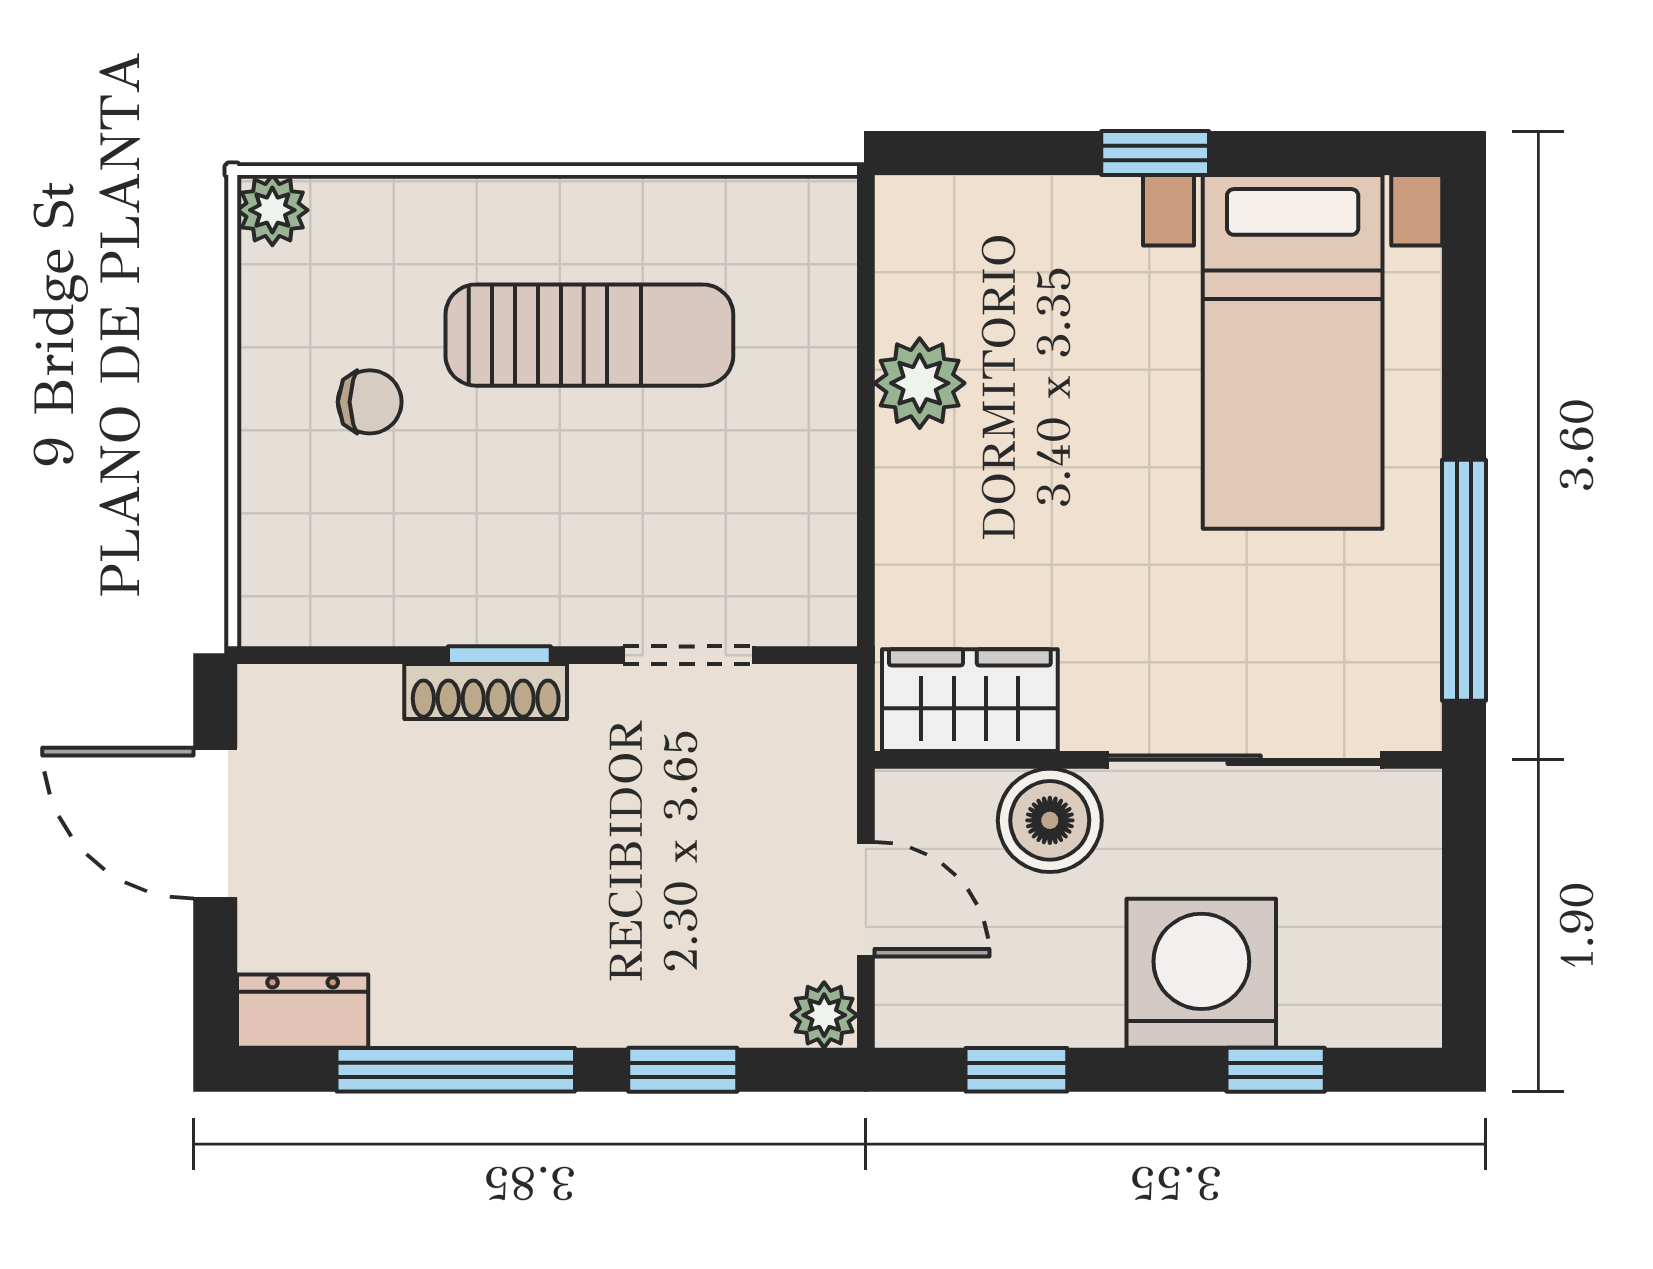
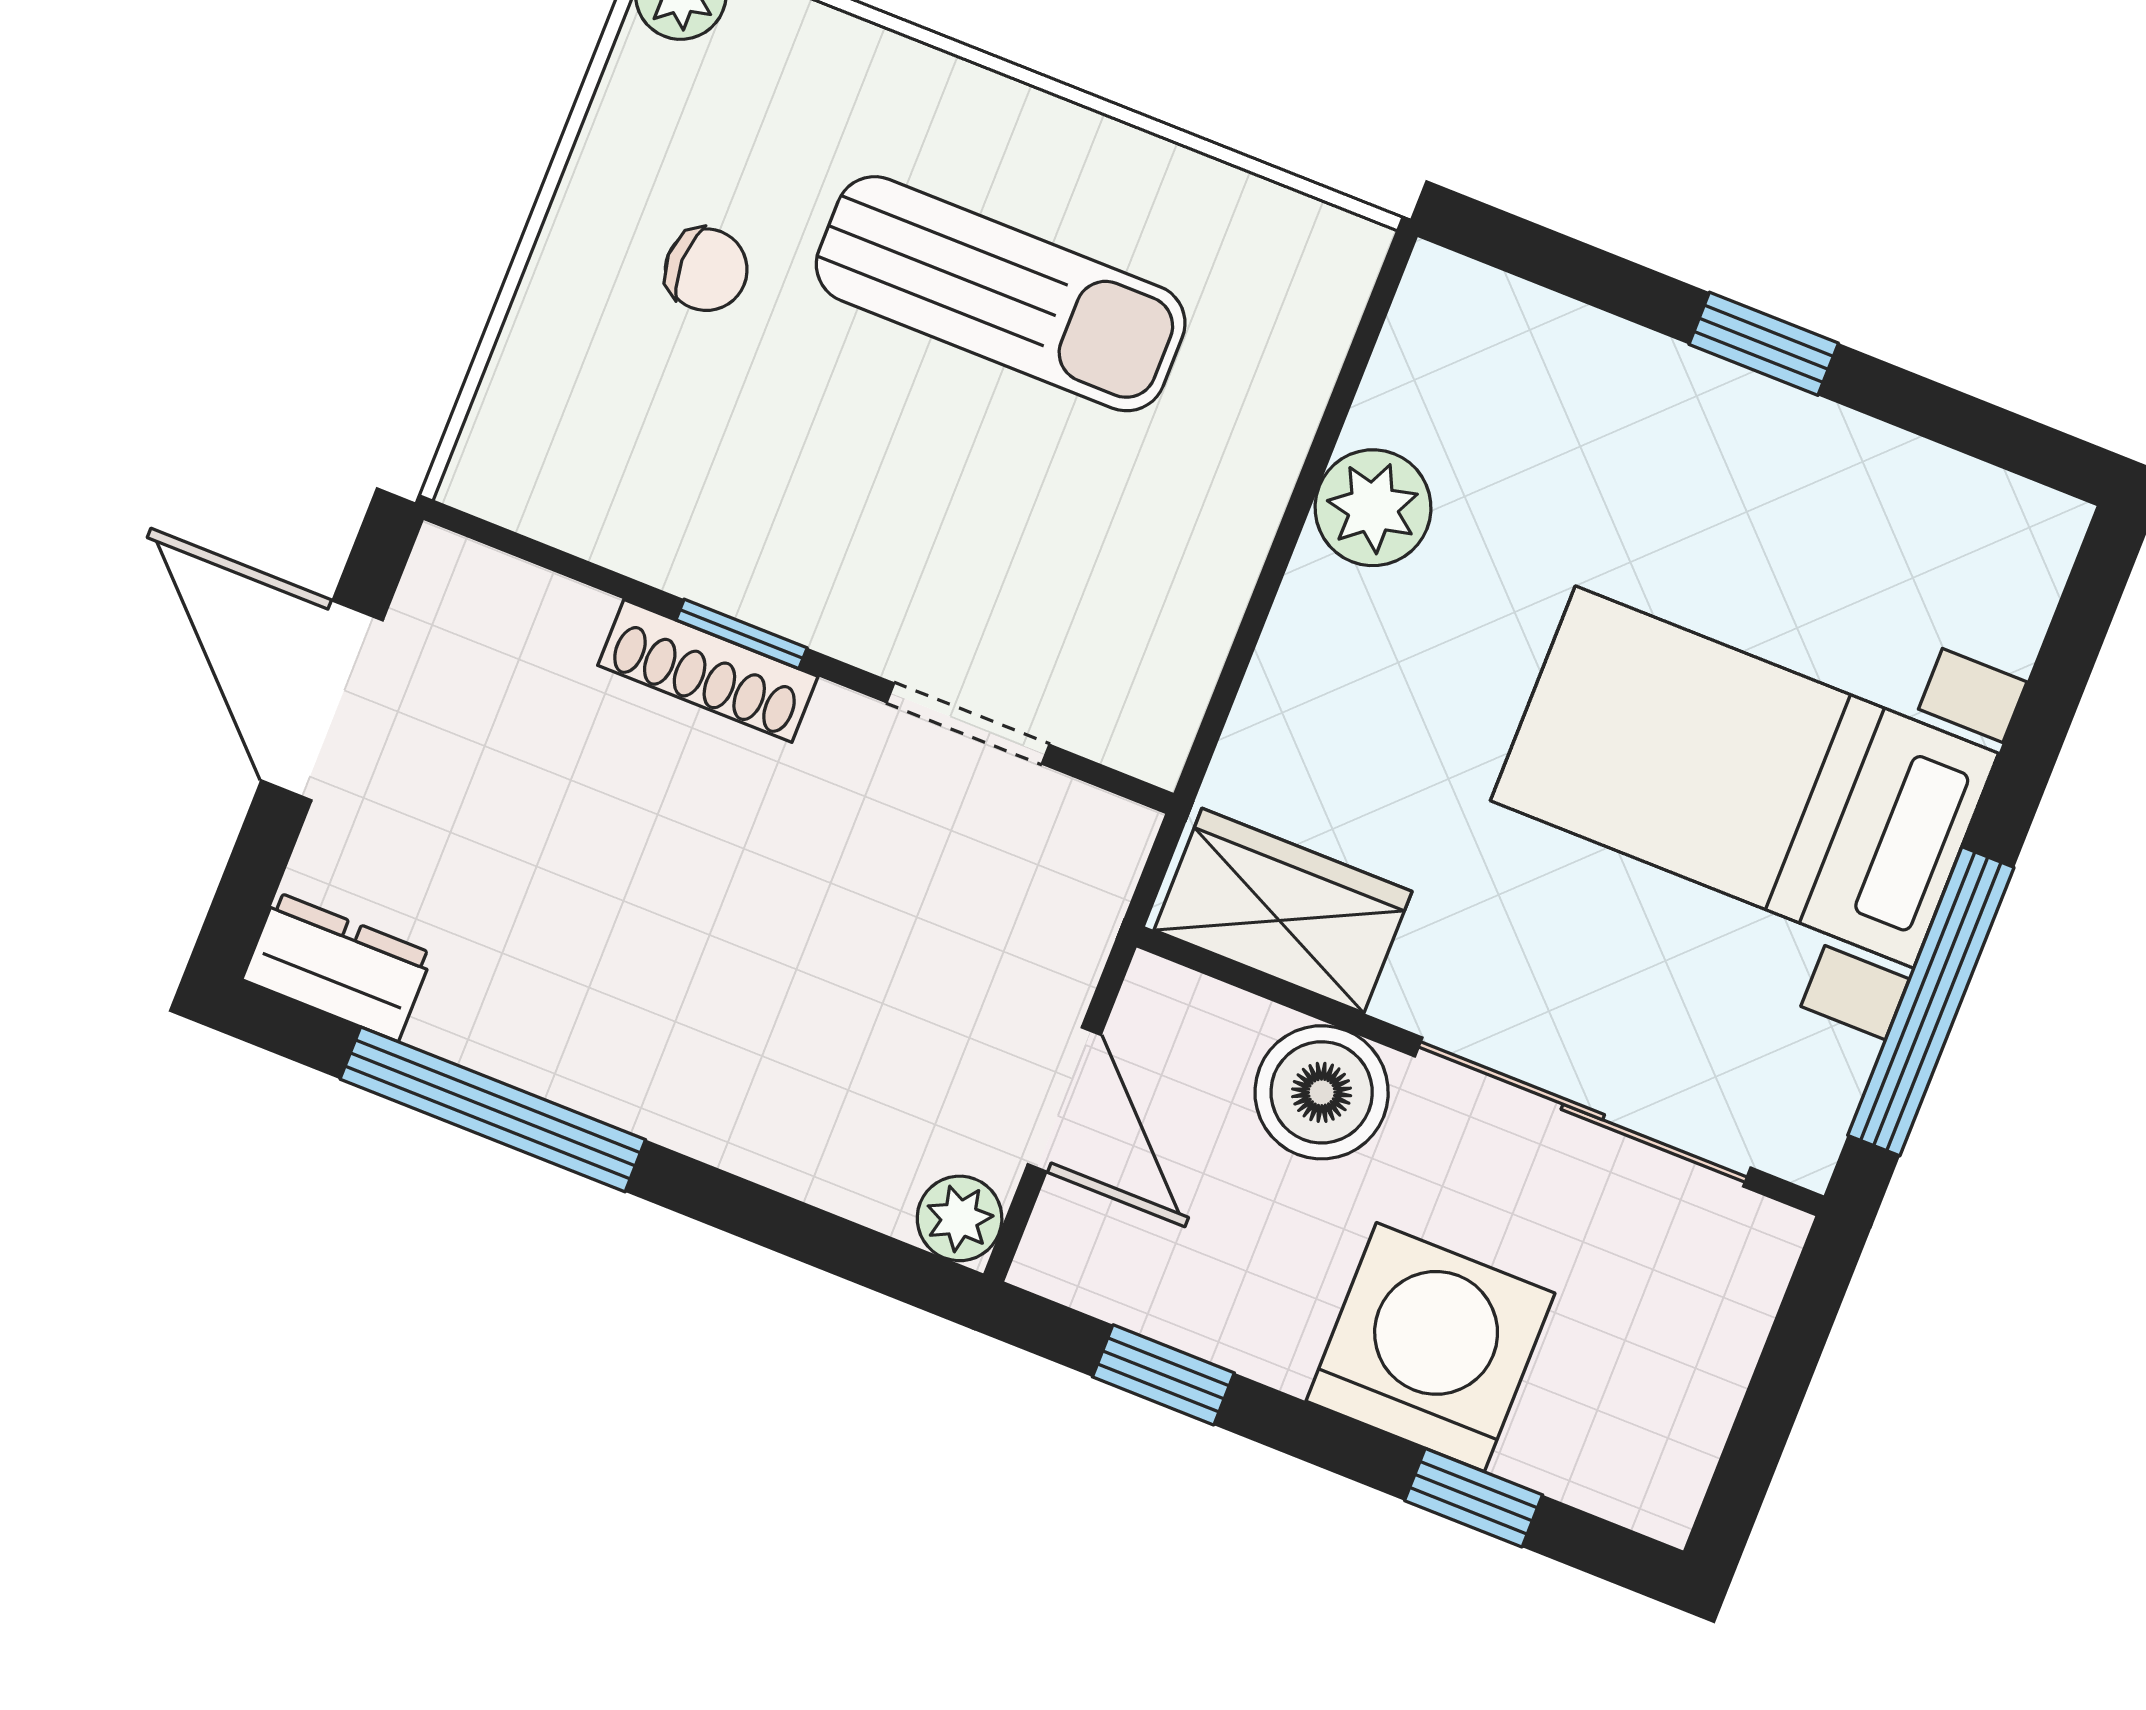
bed with nightstands: (1293, 352) -> (1744, 777), moved, turned 90
window: (683, 1070) -> (764, 1217), removed

